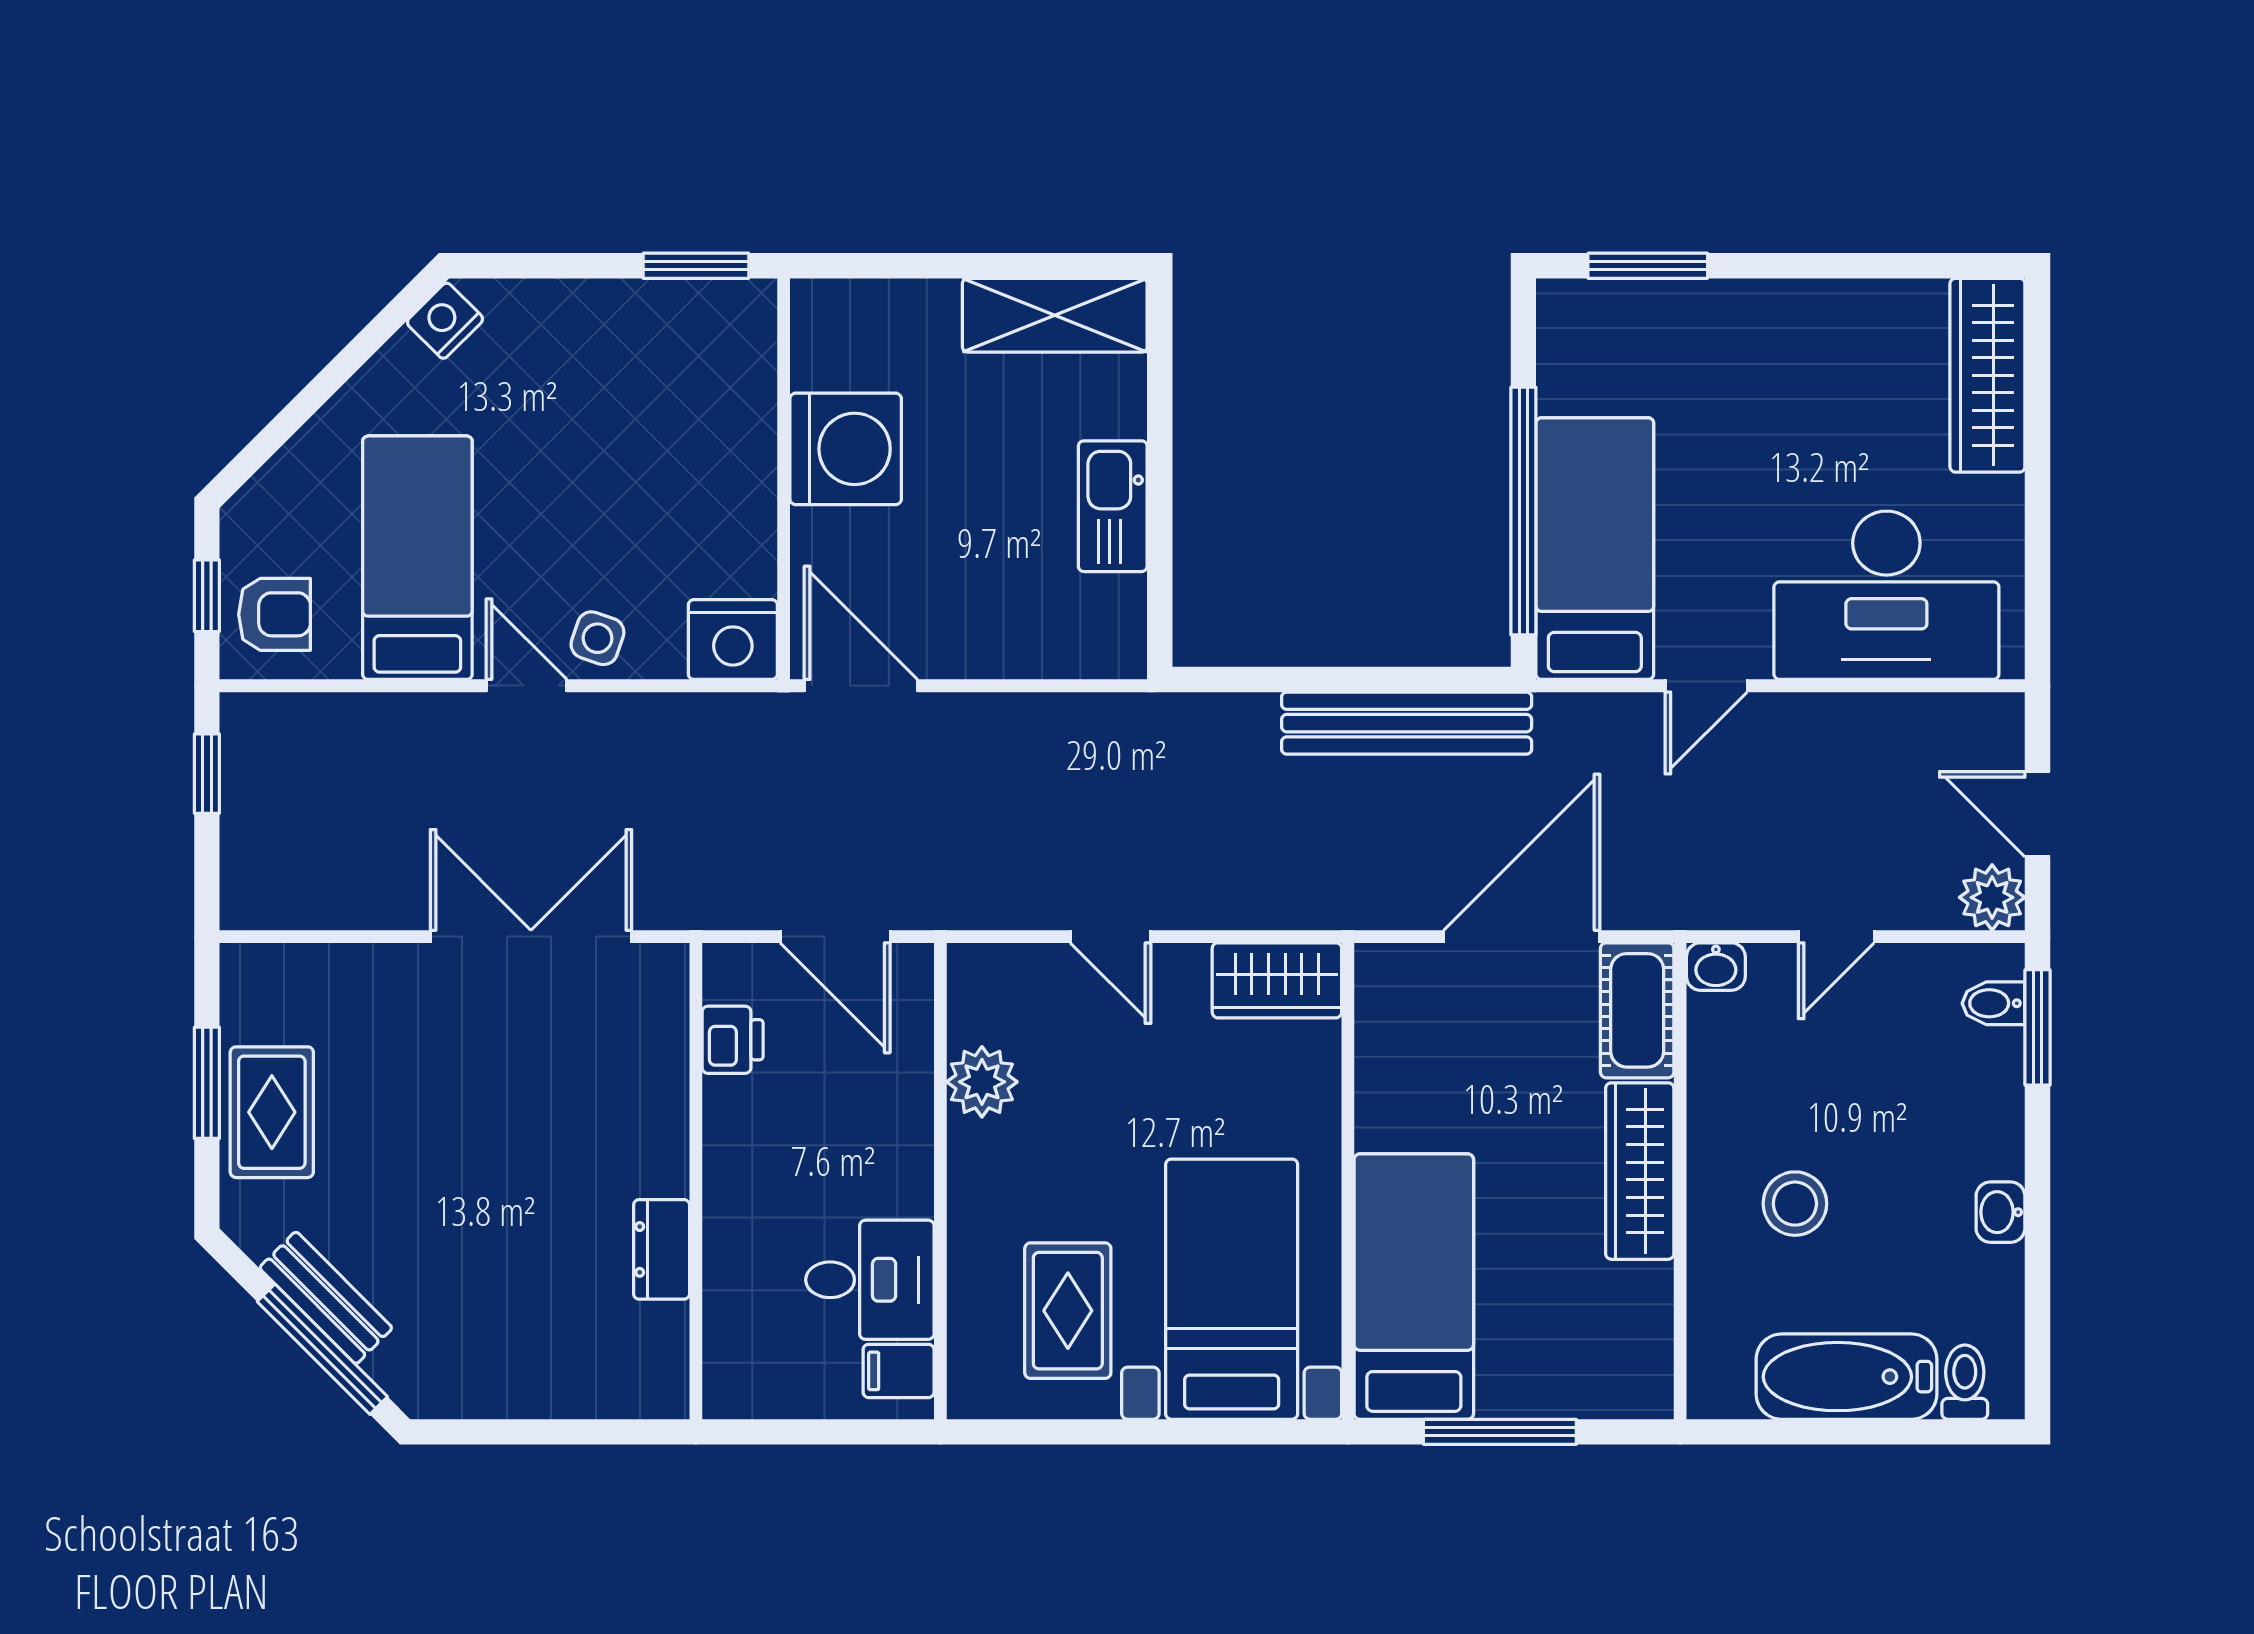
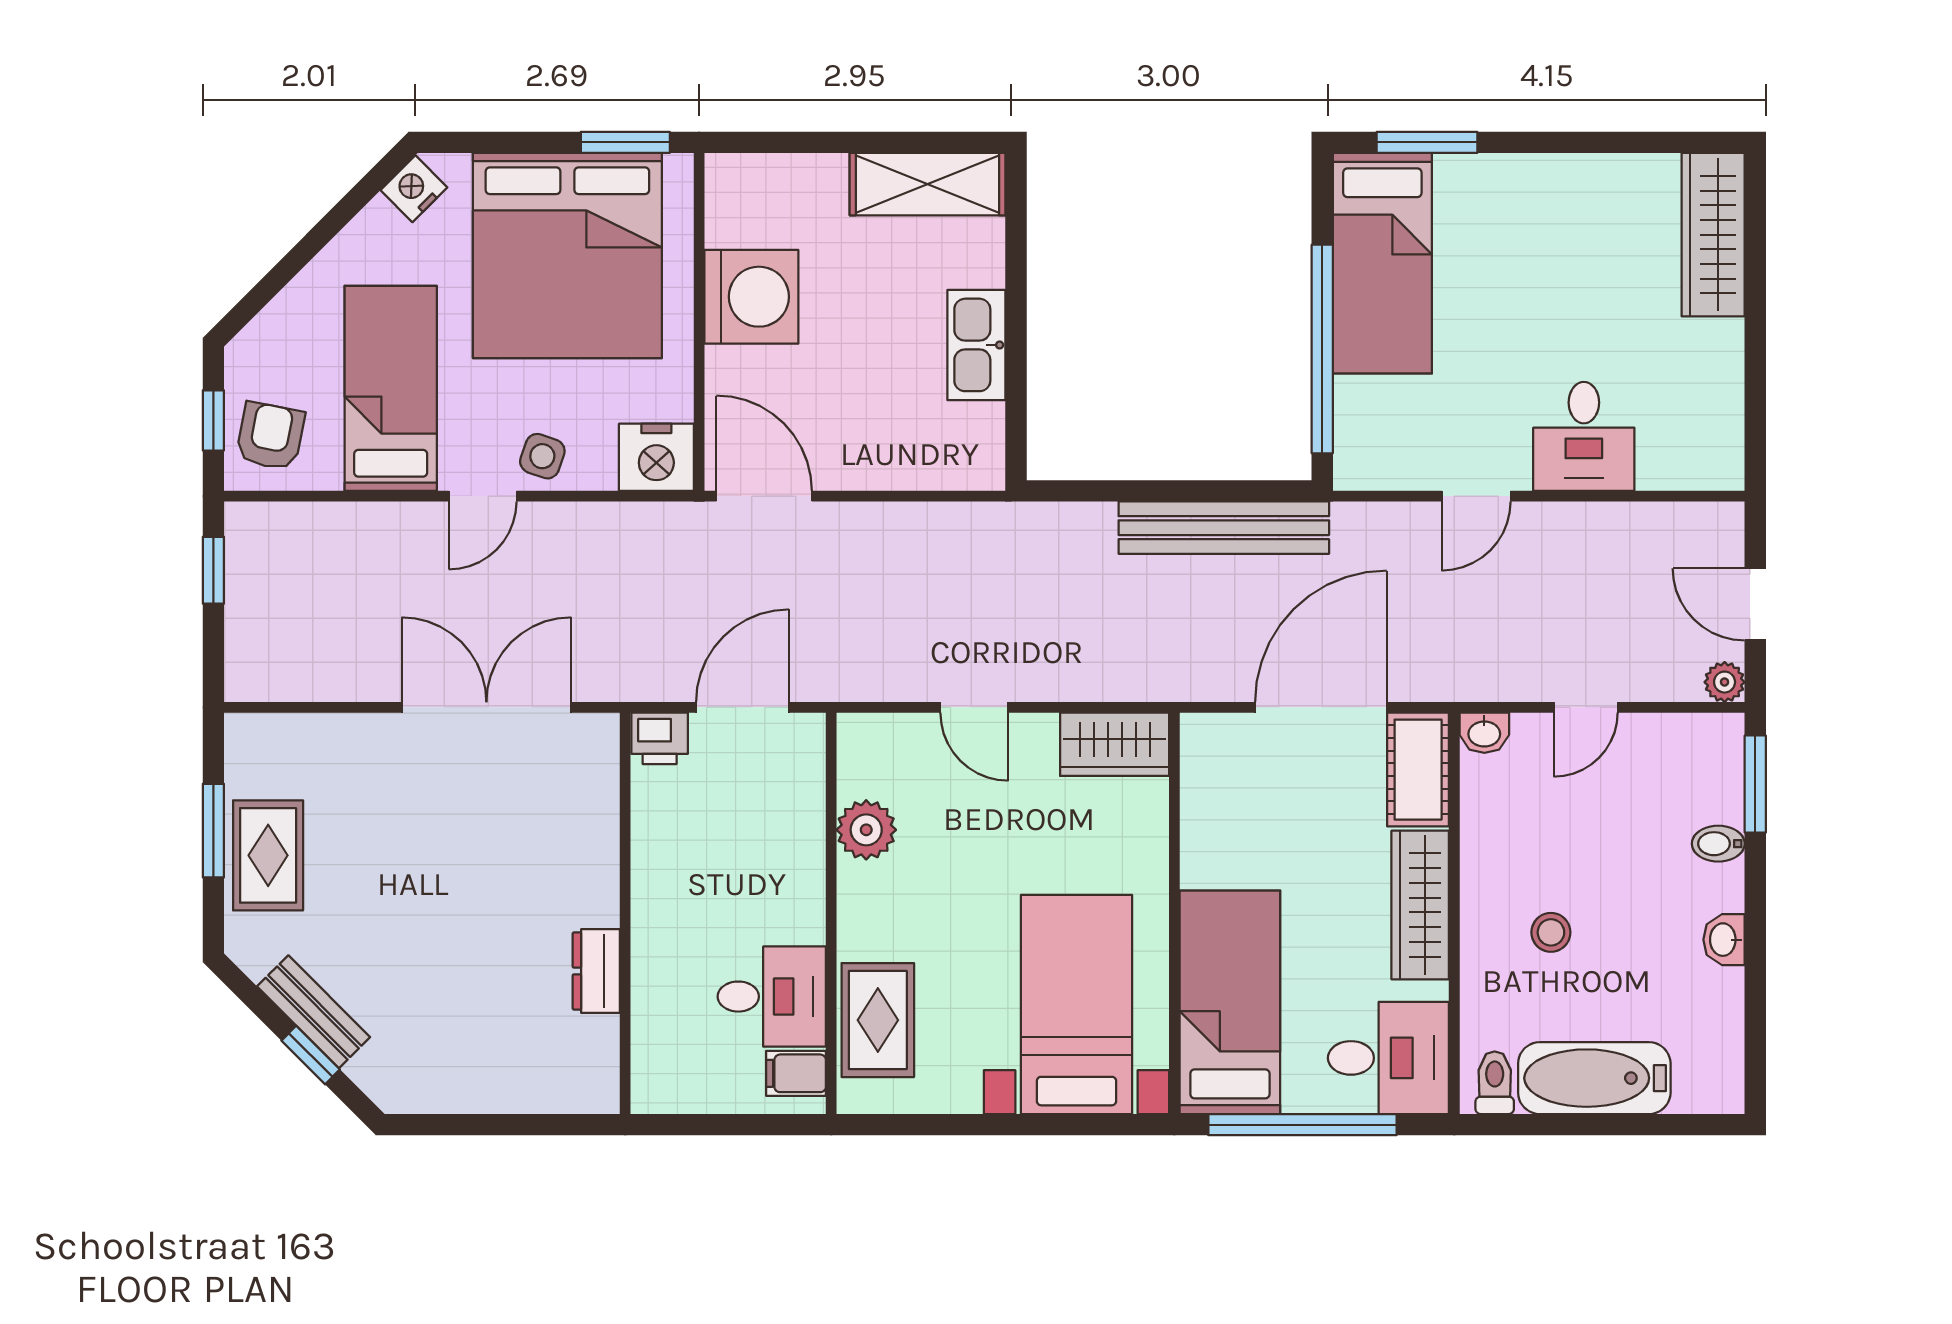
bed: (627, 400) -> (567, 256), added
bed: (1595, 549) -> (1382, 263), moved, turned 180
desk: (1886, 595) -> (1584, 436), width x0.53, depth x0.77
armchair: (275, 614) -> (270, 436), turned -79
door: (527, 686) -> (483, 496), swing flipped
plant: (1992, 897) -> (1725, 682), width x0.73, depth x0.73
door: (835, 937) -> (742, 707), swing flipped
bidet: (1994, 1003) -> (1718, 844), moved
printer: (733, 1040) -> (660, 738), moved, turned 90
stool: (1795, 1204) -> (1551, 932), width x0.73, depth x0.73
rug: (1068, 1311) -> (878, 1020), moved
window: (322, 1349) -> (311, 1055), width x0.46
desk: (1602, 1353) -> (1388, 1058), added
toilet: (1965, 1382) -> (1495, 1083), moved
window: (1500, 1432) -> (1302, 1125), width x1.46

